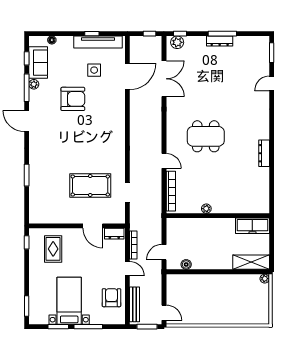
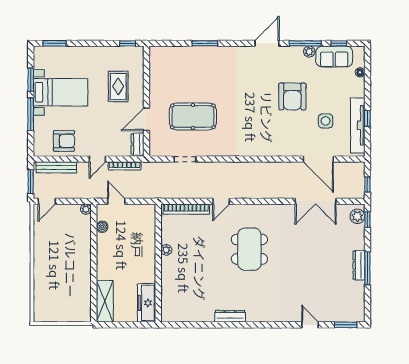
pool table: (90, 186) -> (193, 116), turned 90
rug: (53, 249) -> (118, 86), moved, turned 90
plant: (265, 279) -> (86, 209), moved

